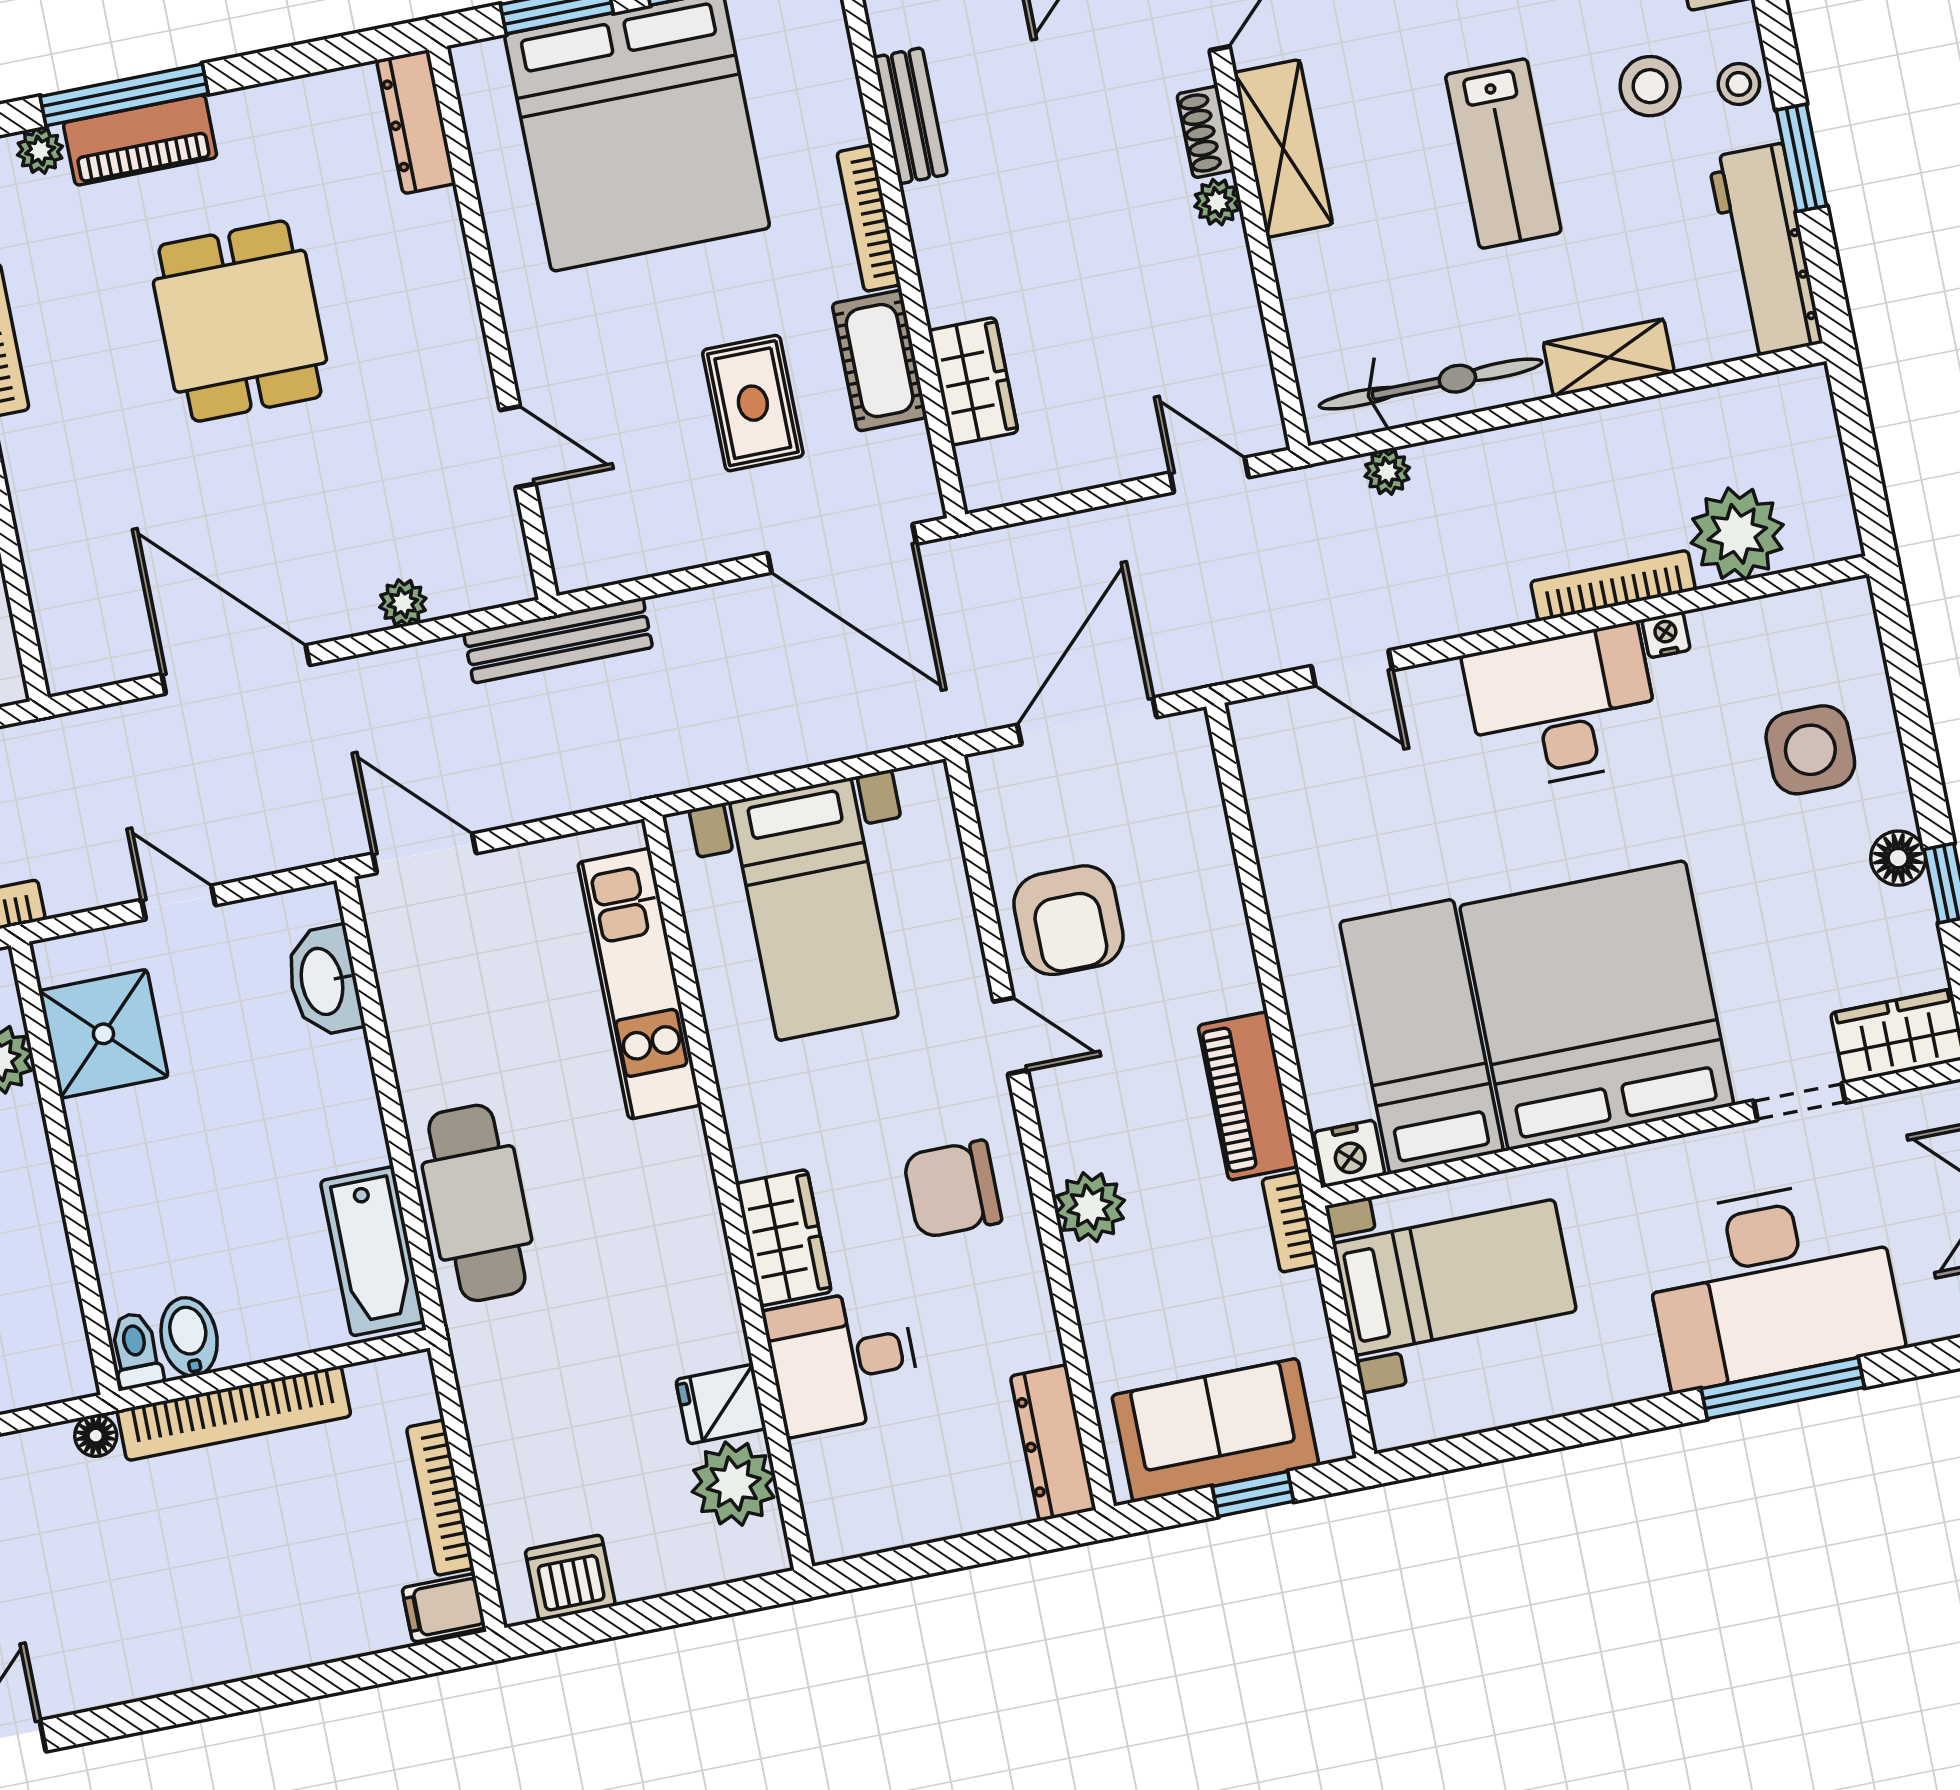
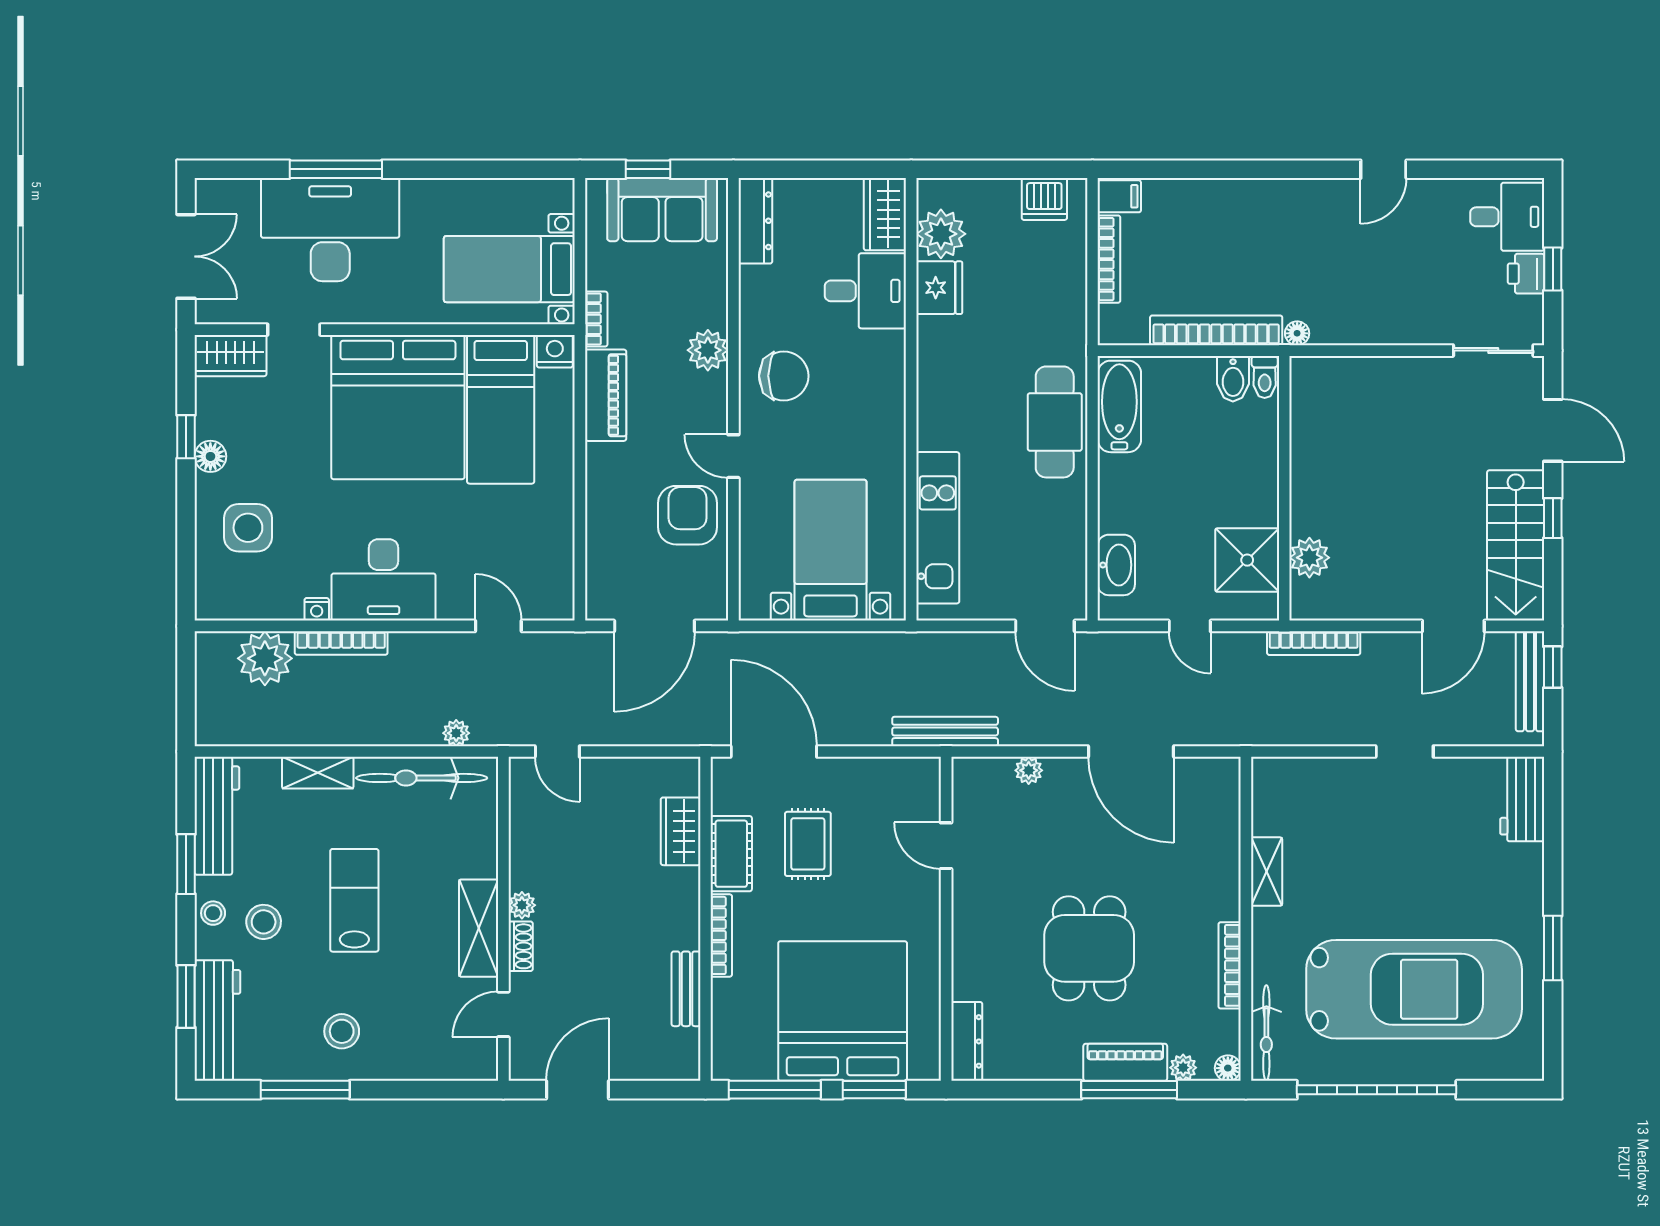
wardrobe: (784, 1238) -> (885, 214), moved
fridge: (721, 1404) -> (939, 288), width x1.38

